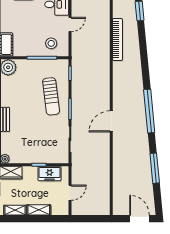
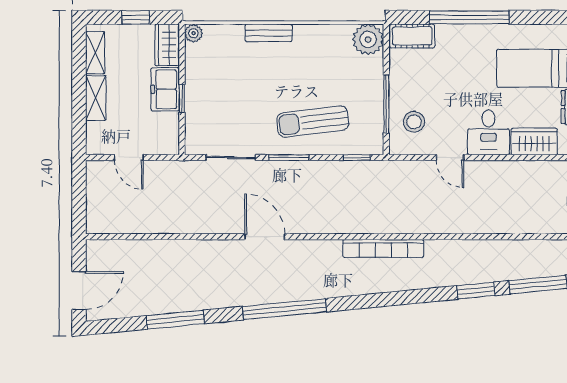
bookcase: (117, 39) -> (383, 248), moved
freezer: (49, 174) -> (165, 89), moved

